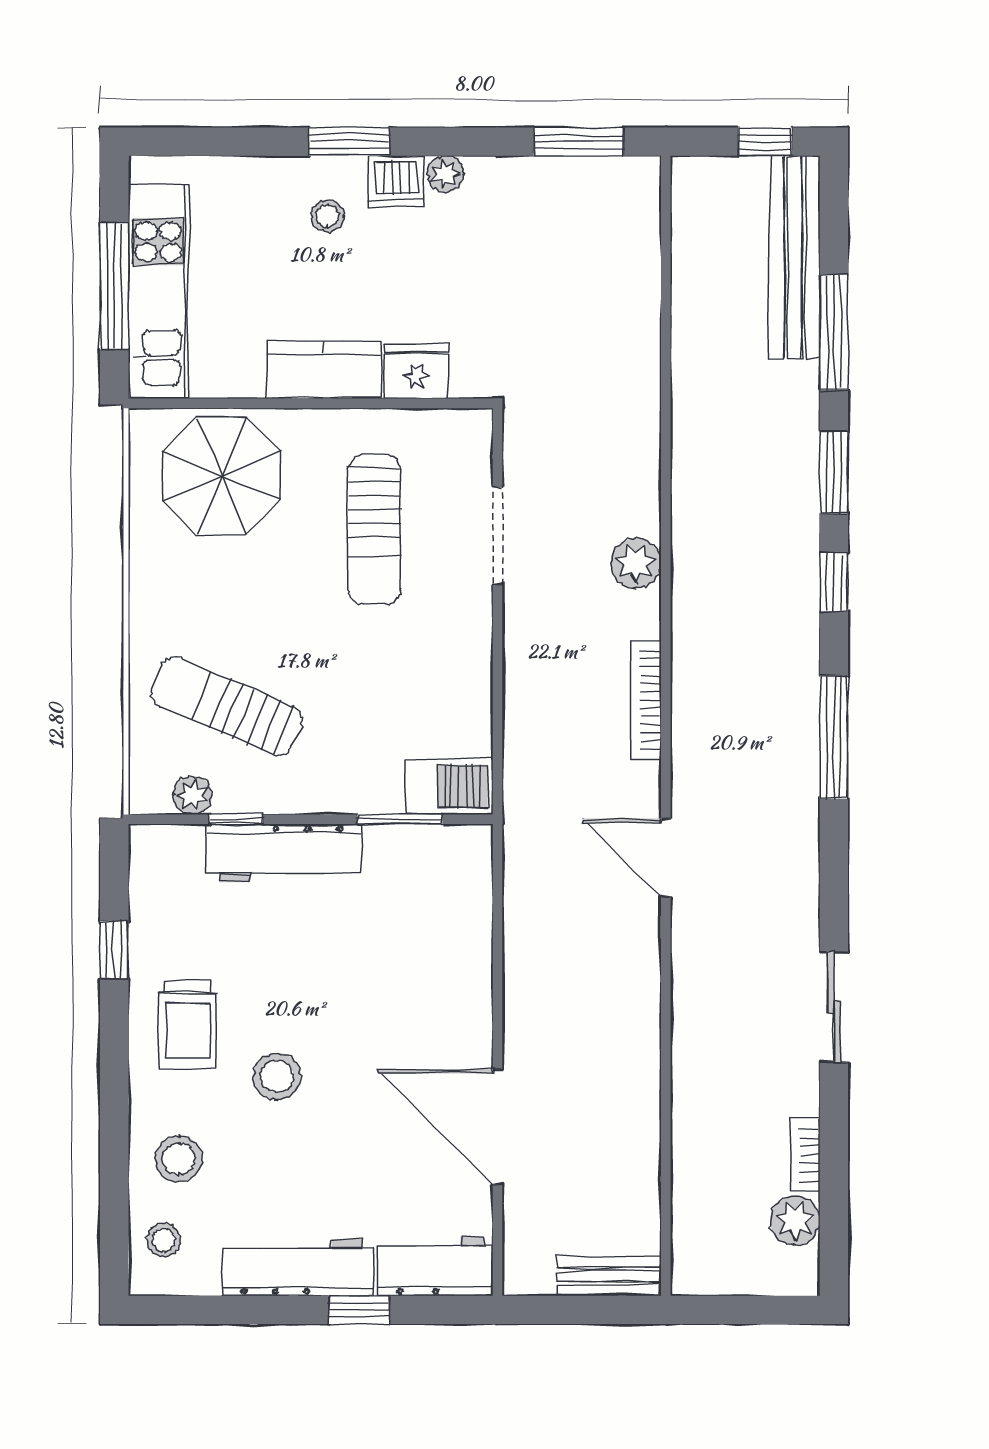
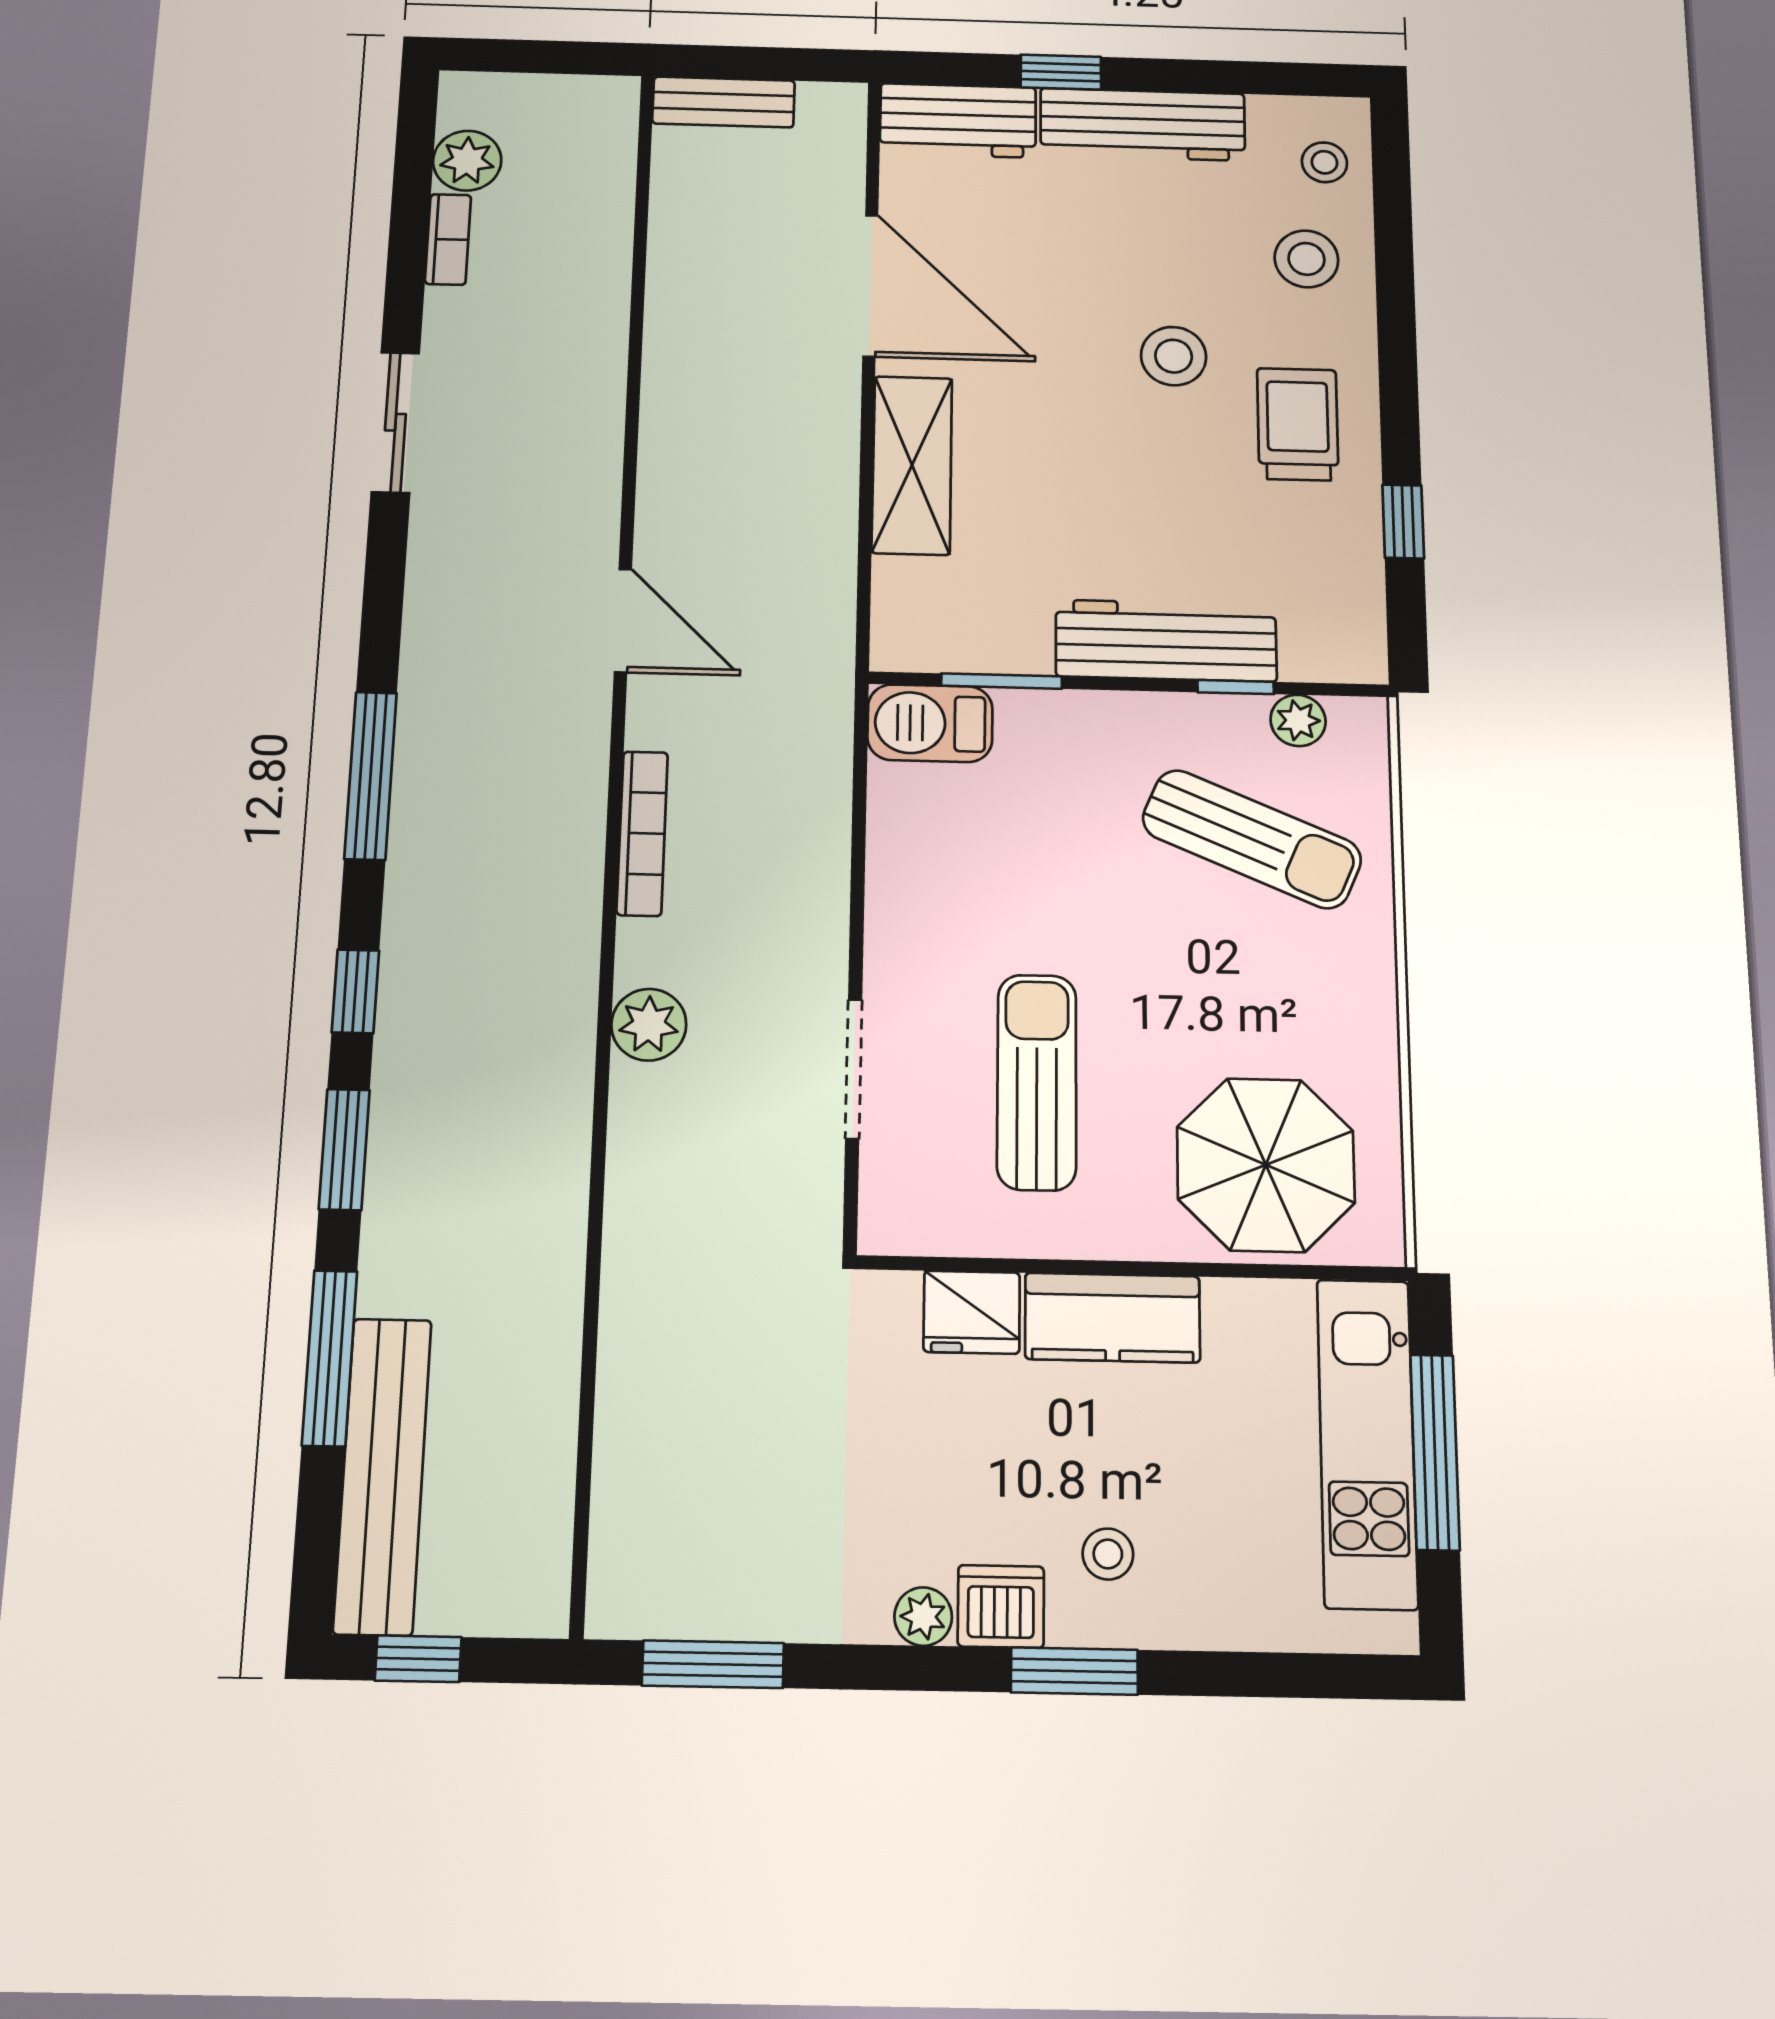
shelving: (465, 984) -> (912, 465), added

